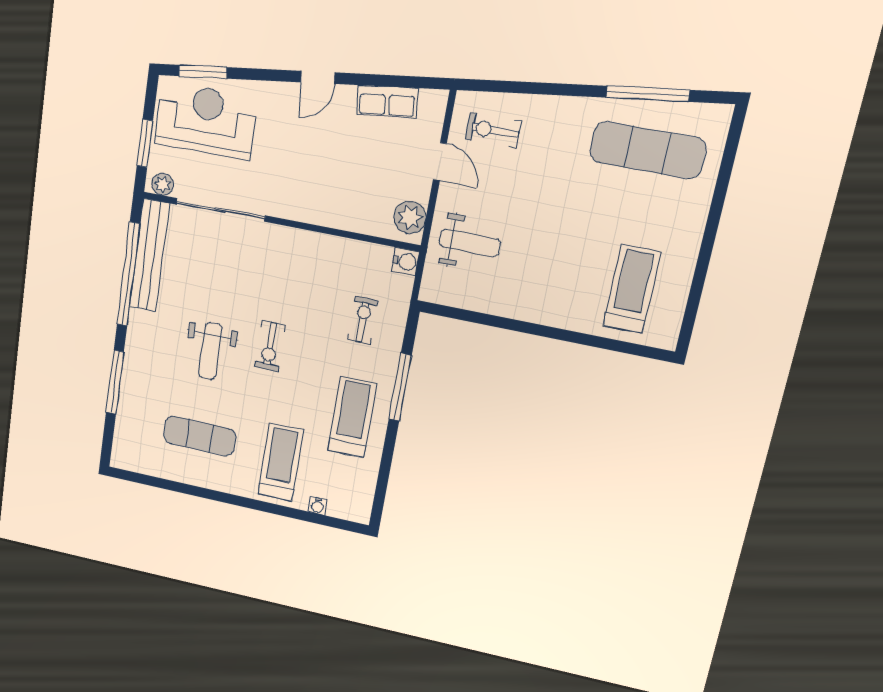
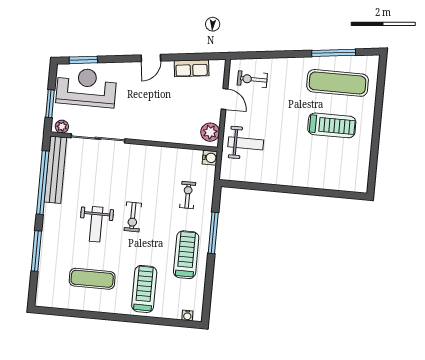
treadmill: (632, 289) -> (332, 125), moved, turned 90
water cooler: (318, 506) -> (187, 315), moved

